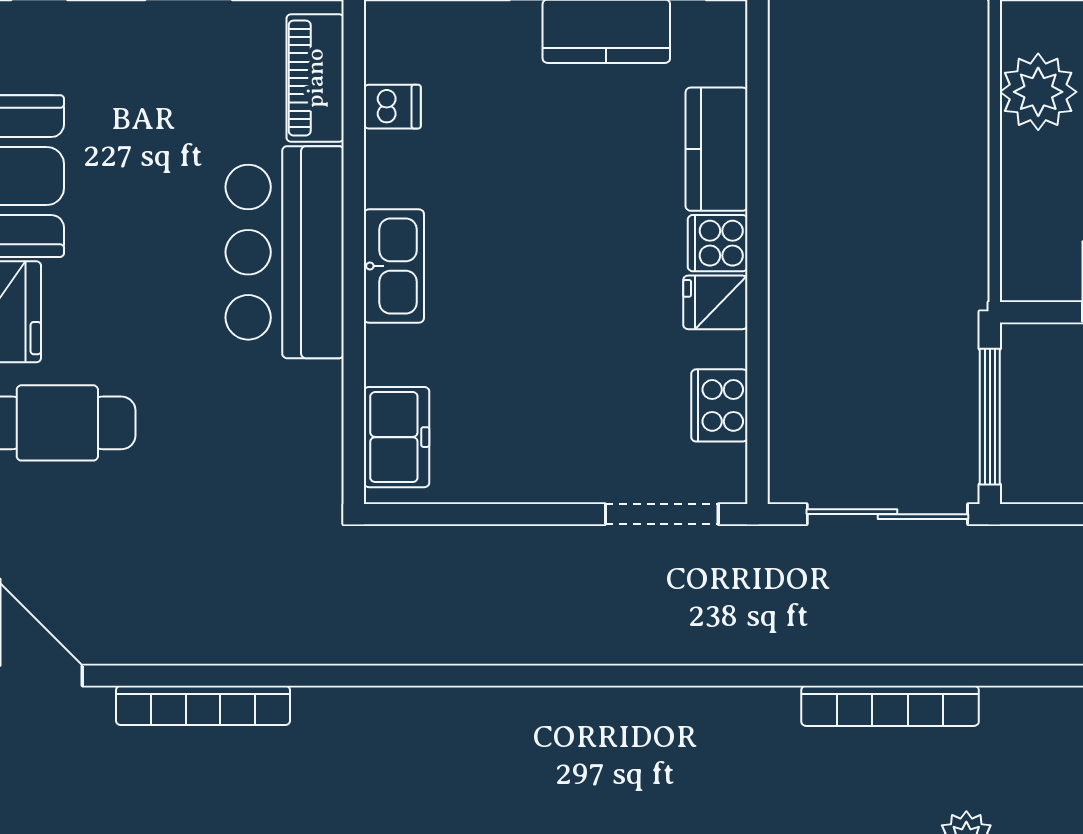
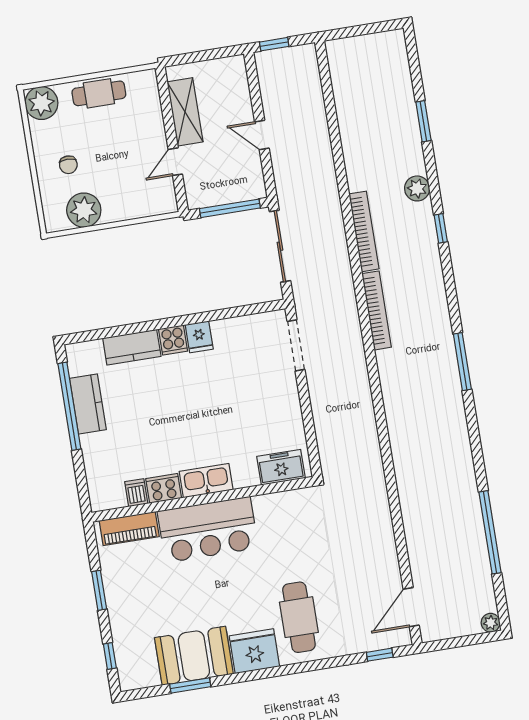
cooker: (719, 405) -> (164, 488), moved, turned 180
bookcase: (203, 705) -> (377, 310), moved

